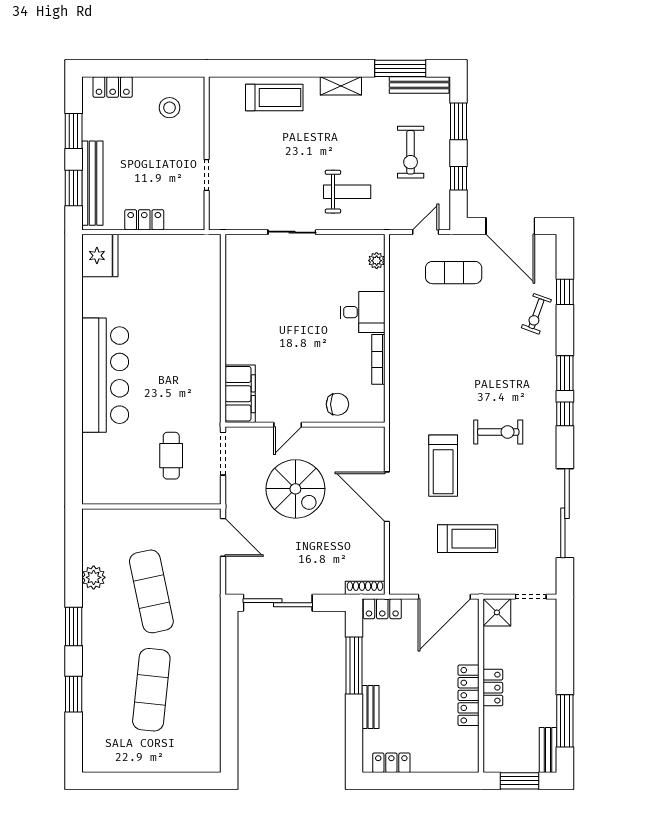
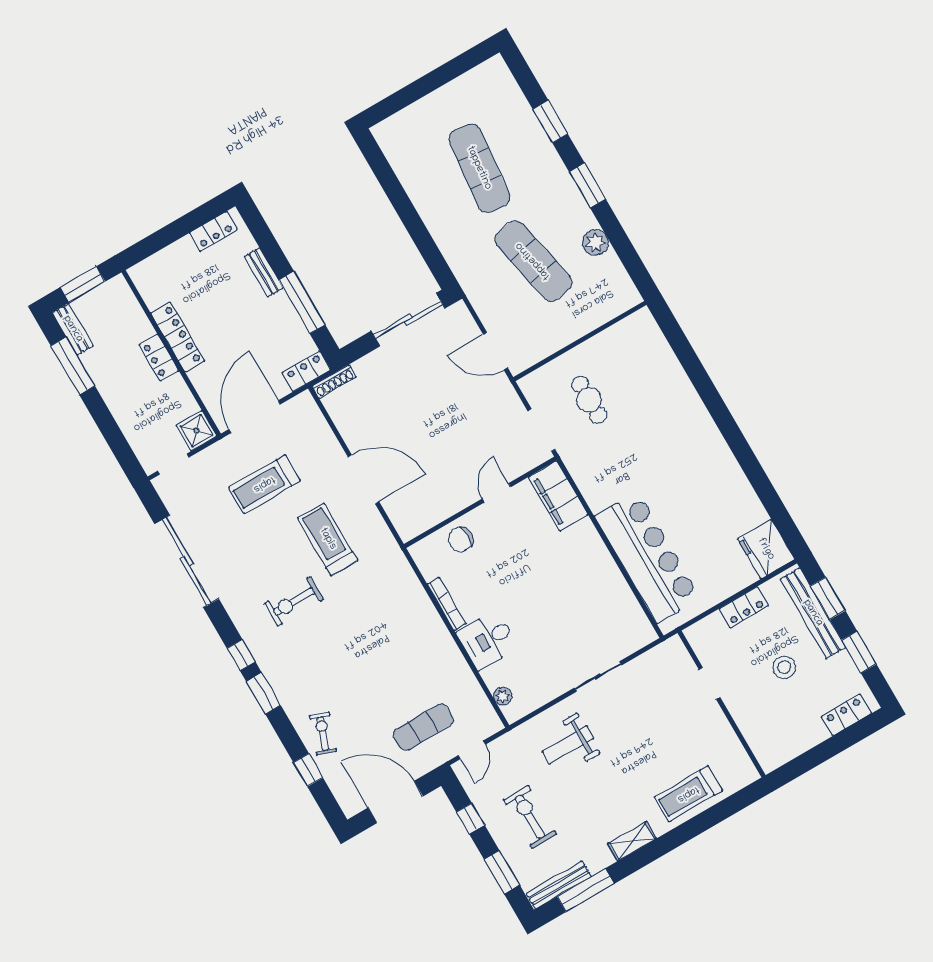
stool: (170, 108) -> (784, 667), moved
bar counter: (105, 375) -> (647, 557), moved, turned 180
spiral stairs: (295, 489) -> (454, 437), removed

